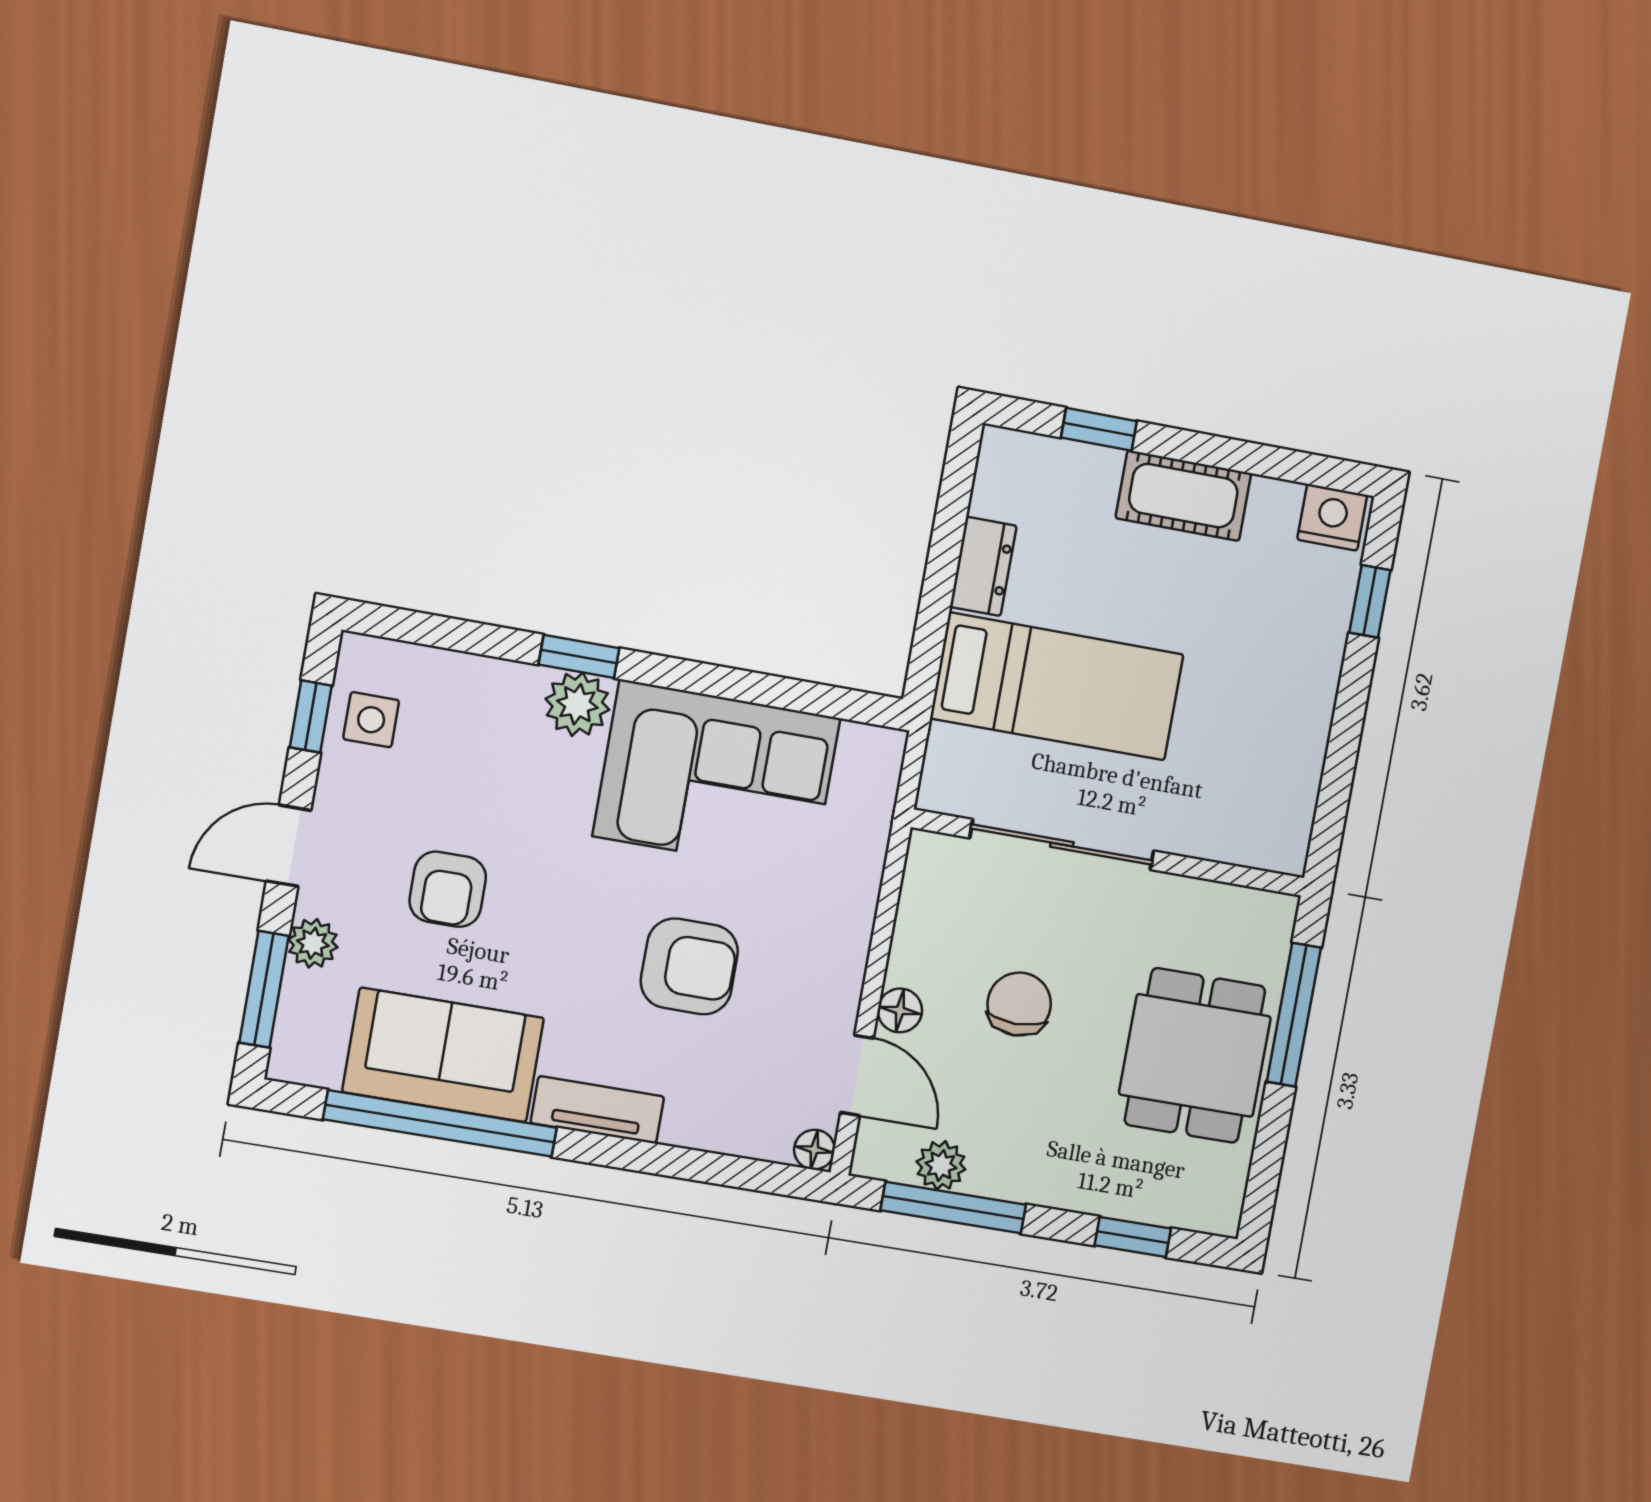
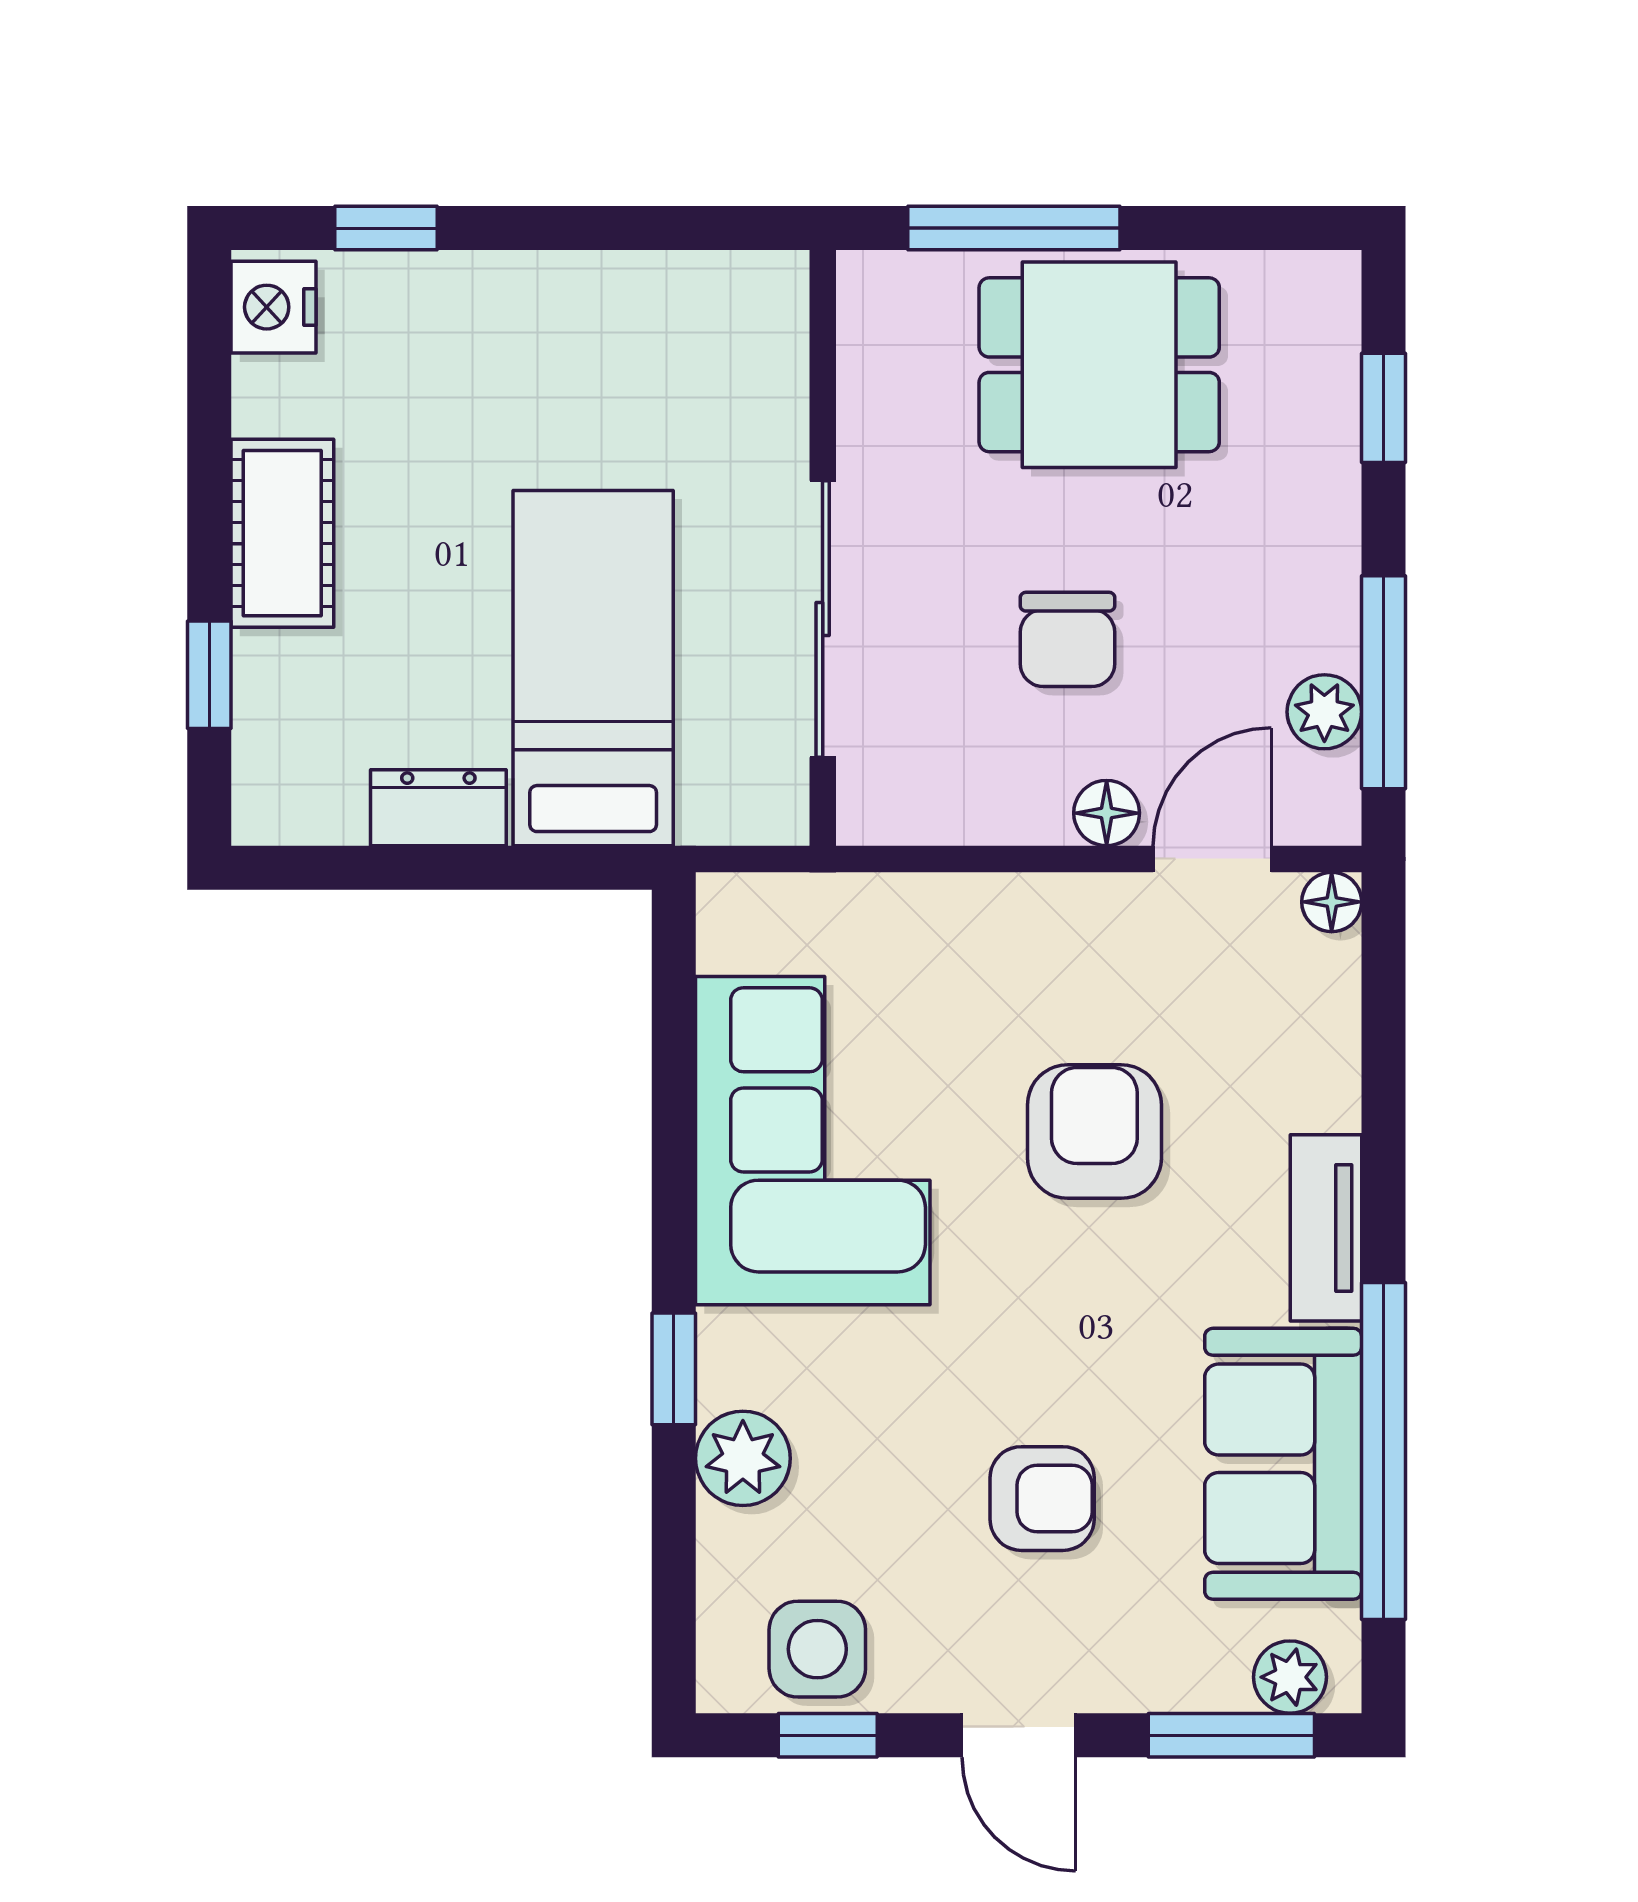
plant: (577, 704) -> (743, 1458), moved
side table: (371, 720) -> (817, 1649), width x1.37, depth x1.37
plant: (313, 943) -> (1290, 1677), moved
chair: (1019, 1004) -> (1067, 639), turned -90

